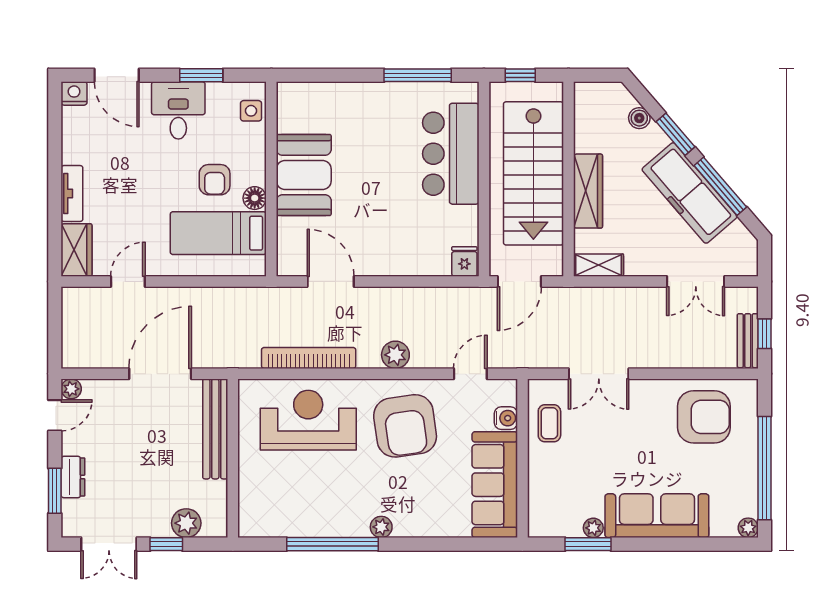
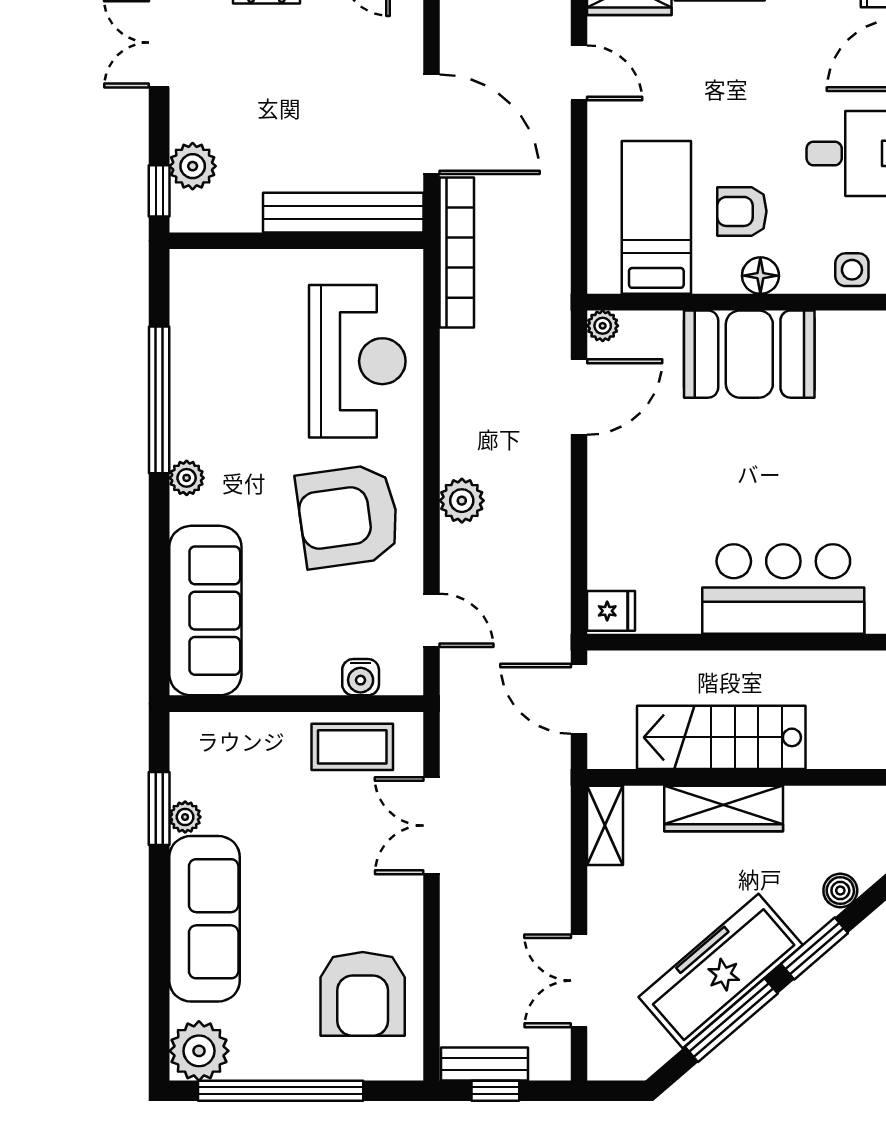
stairs: (533, 173) -> (721, 737), width x0.73, depth x0.66
floor lamp: (255, 198) -> (760, 276), moved
plant: (286, 267) -> (603, 326), added
bookcase: (309, 358) -> (457, 252), moved
coffee table: (549, 423) -> (352, 747), width x1.36, depth x1.30
sofa: (495, 485) -> (205, 611), moved, turned 90
plant: (748, 528) -> (199, 1051), width x1.87, depth x1.87
window: (166, 544) -> (159, 191), moved

